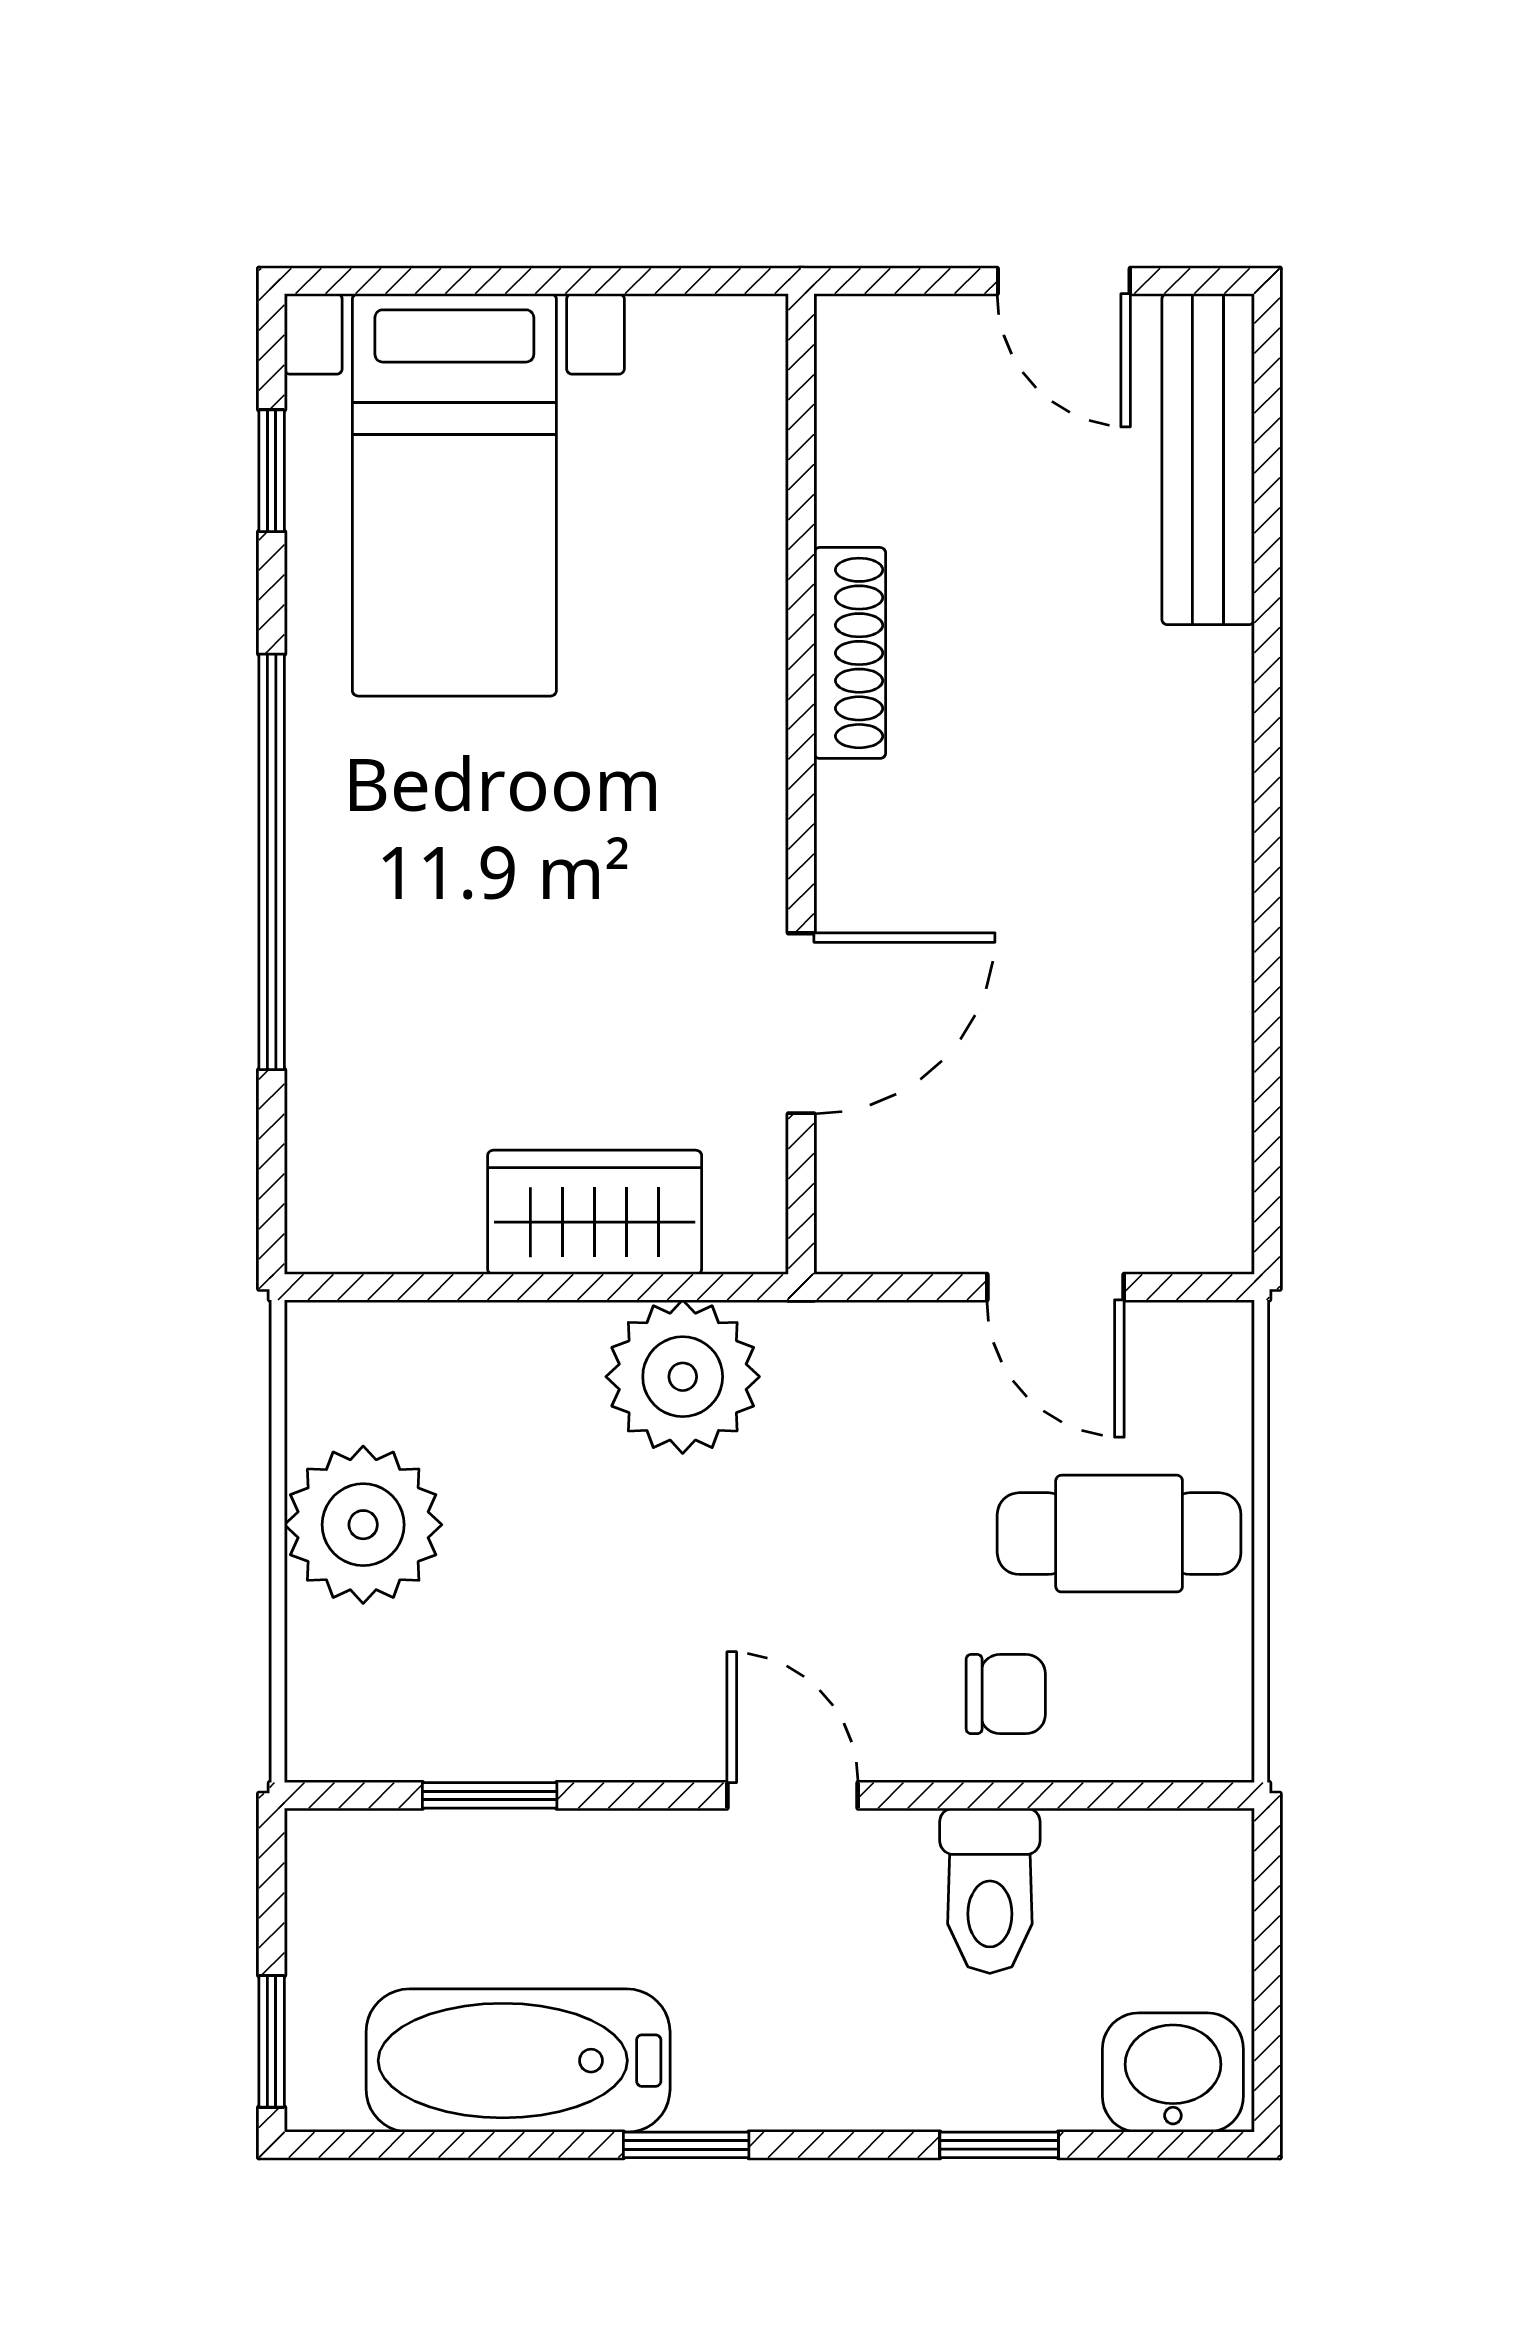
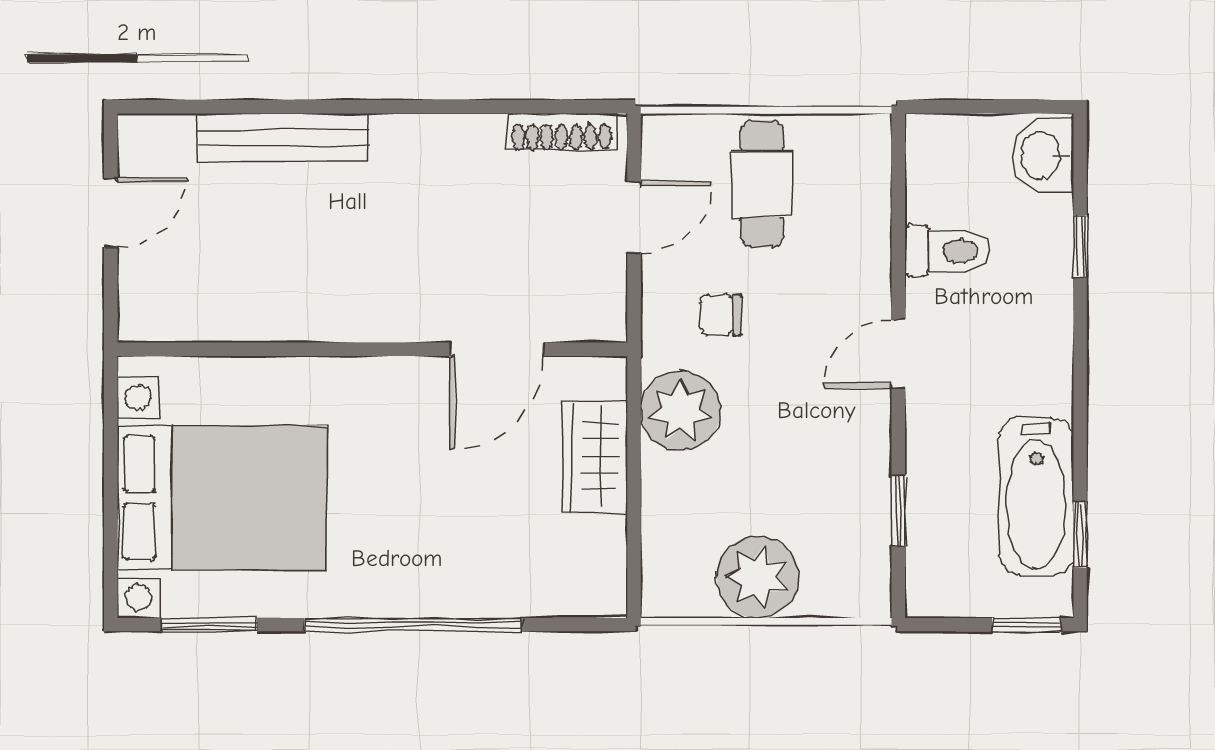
bench: (1208, 459) -> (283, 138), moved
window: (272, 471) -> (209, 625), width x1.50
bed with nightstands: (454, 495) -> (222, 498), width x1.36
shoe rack: (850, 653) -> (562, 132), moved, turned 180
door: (801, 1023) -> (497, 349), swing flipped
chair: (1006, 1694) -> (721, 315), moved, turned -90
window: (686, 2145) -> (1080, 535), moved

